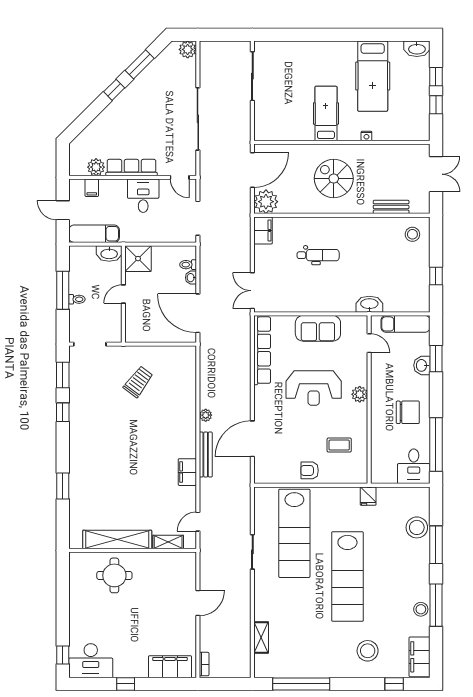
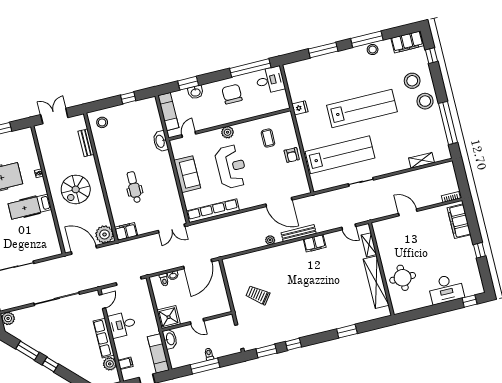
stool: (417, 527) -> (425, 101), moved
desk: (91, 661) -> (446, 289), moved, turned 90

